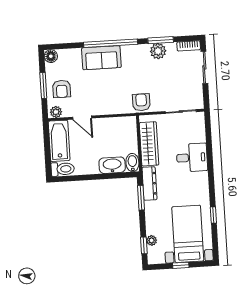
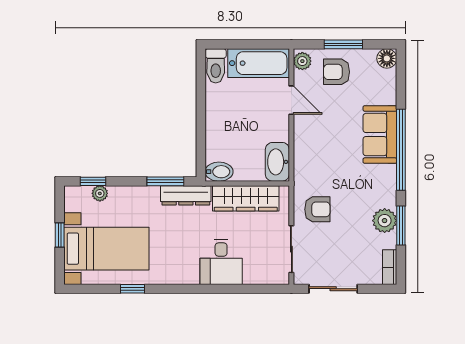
sliding door: (204, 67) -> (333, 289), moved
armchair: (141, 102) -> (317, 209), moved
door: (82, 118) -> (291, 100), swing flipped
washbasin: (112, 165) -> (277, 162), moved, turned 180

